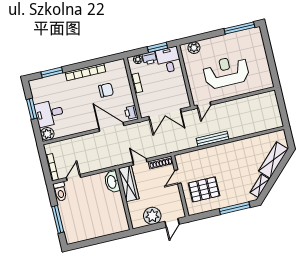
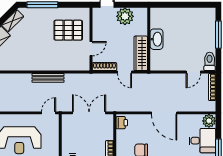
door: (111, 127) -> (164, 113), moved
washbasin: (112, 182) -> (157, 39), moved

